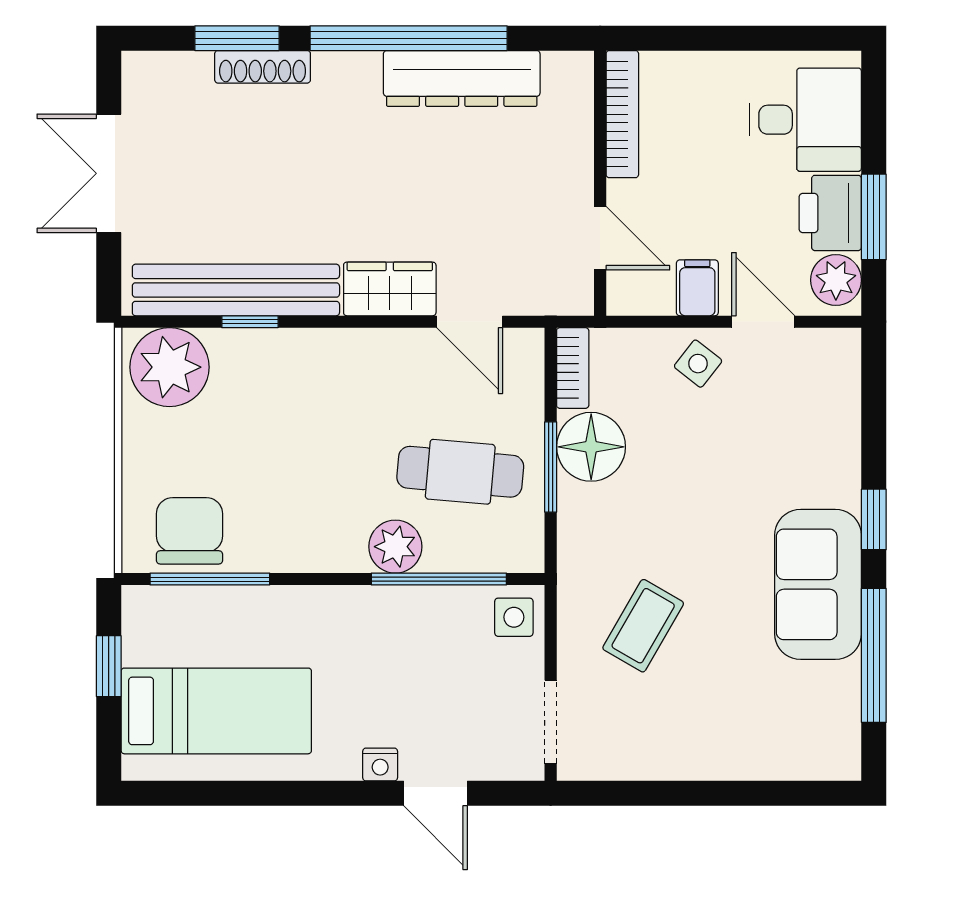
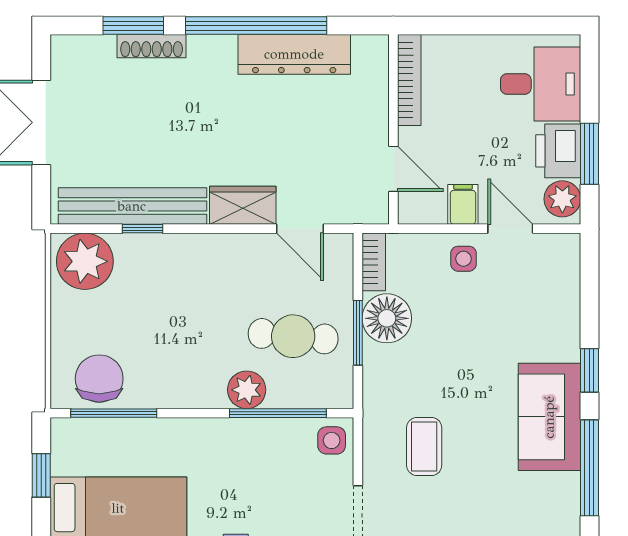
side table: (698, 364) -> (463, 259), turned -38
coffee table: (643, 626) -> (424, 446), turned -30

